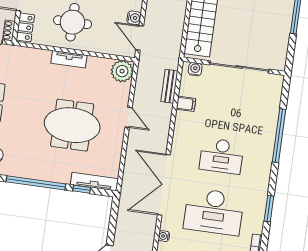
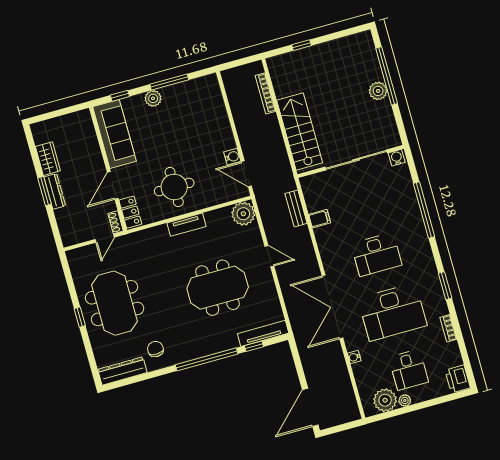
plant: (284, 16) -> (378, 91), added
water cooler: (195, 69) -> (397, 158), moved

